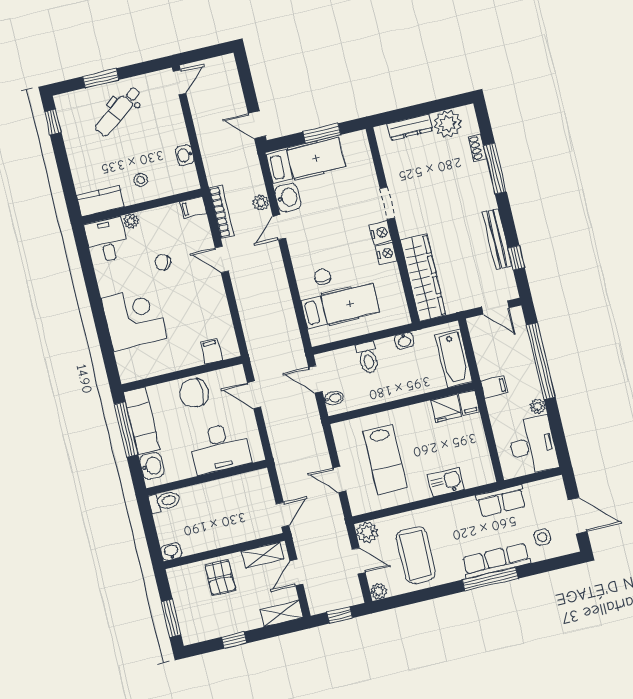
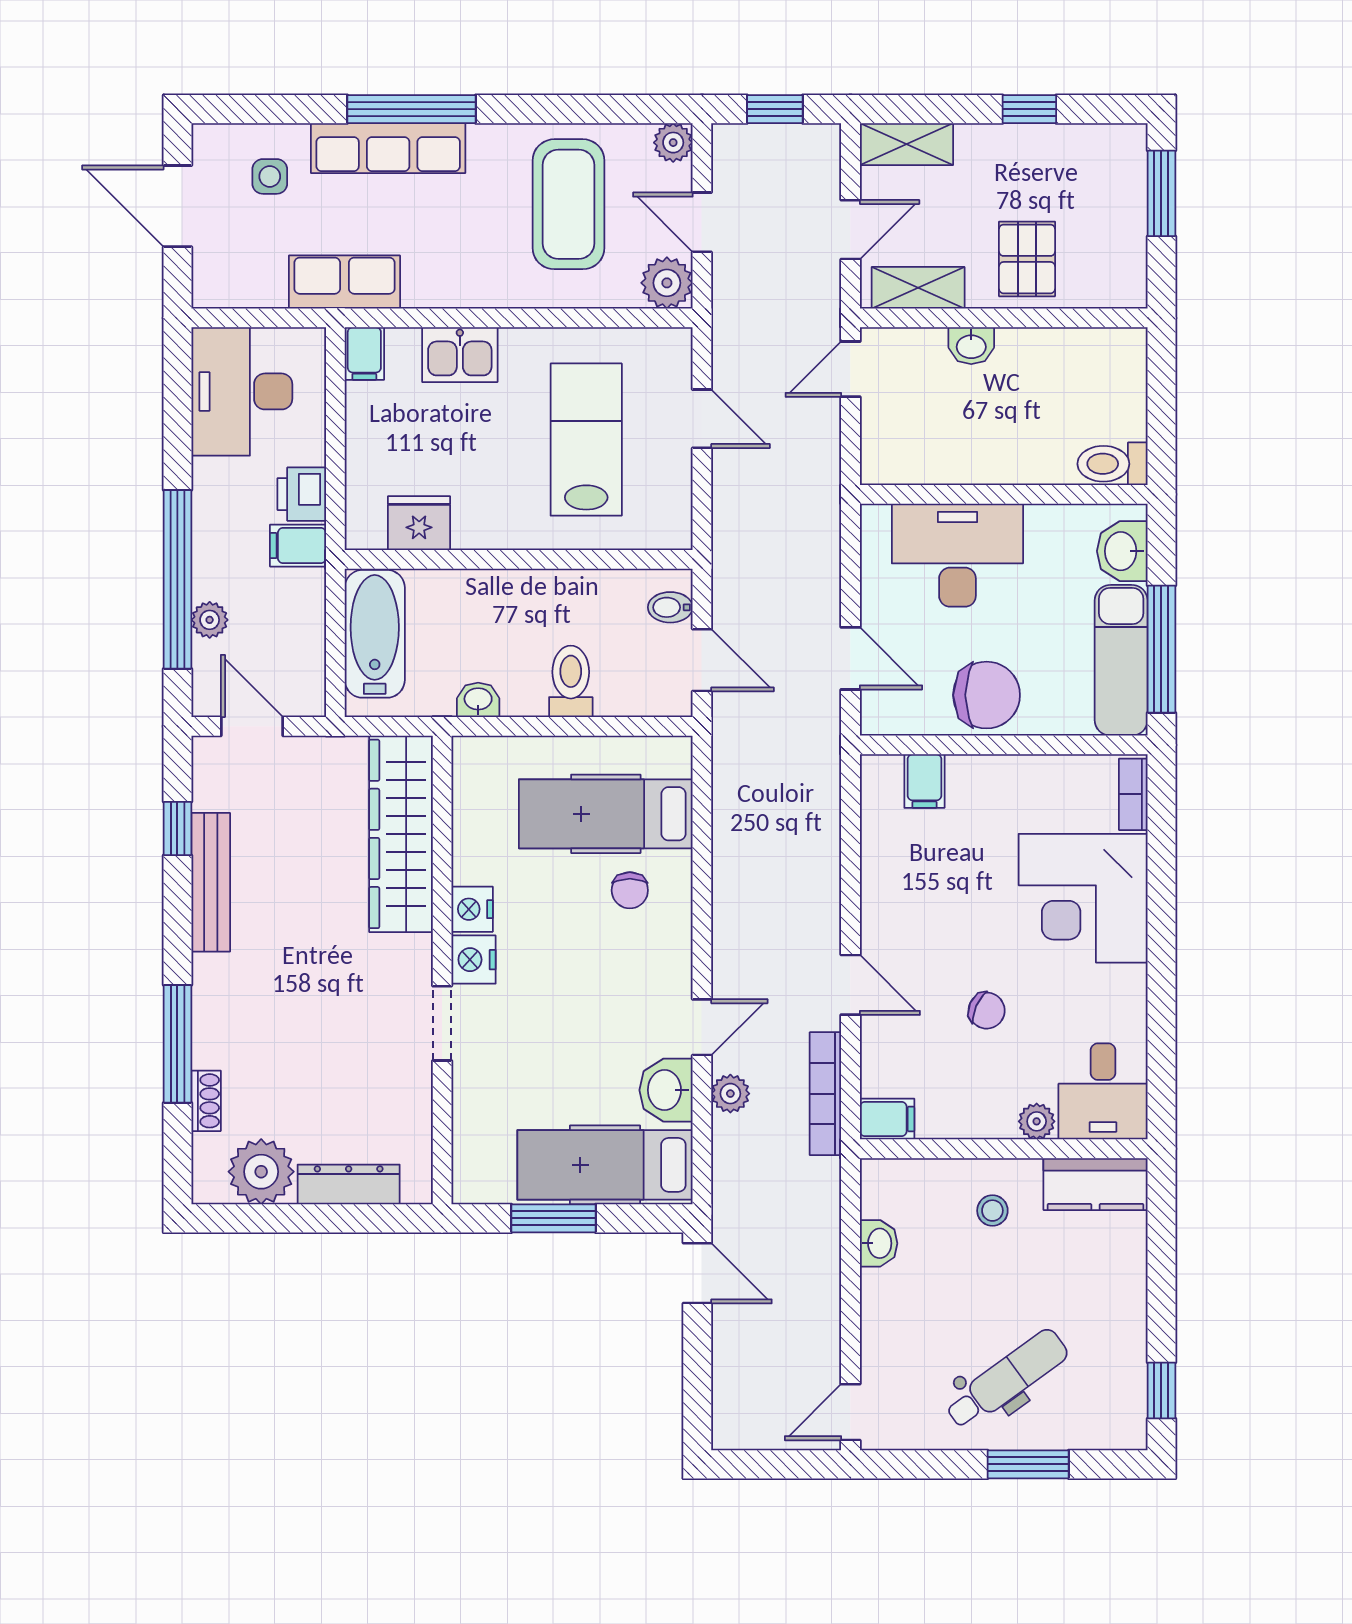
bookcase: (123, 366) -> (1133, 794), added
filing cabinet: (469, 403) -> (364, 354), moved, turned 180
plant: (538, 406) -> (210, 620), moved
printer: (498, 409) -> (302, 494), added
washbasin: (171, 551) -> (971, 346), moved

